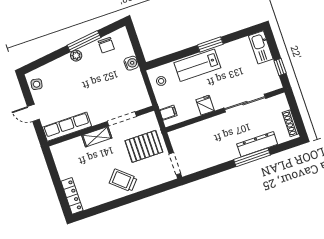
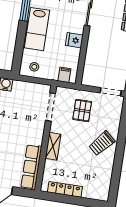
doorway: (122, 119) -> (51, 107), moved
pallet: (144, 146) -> (82, 111), width x0.67, depth x0.71
locker: (72, 196) -> (65, 189), moved

